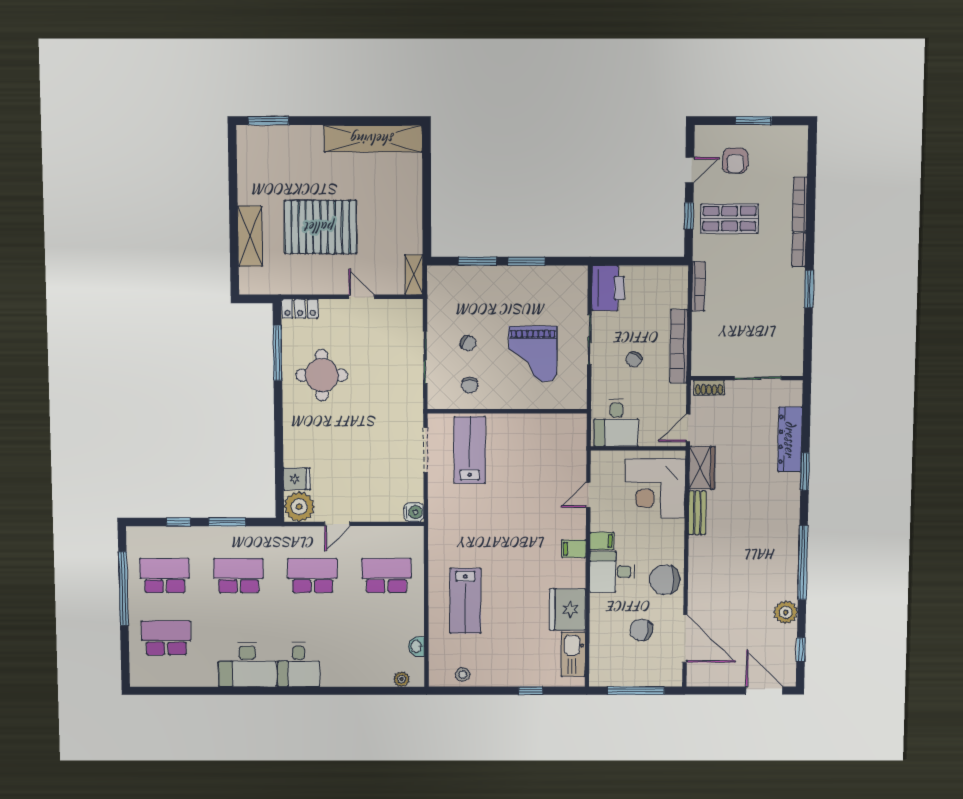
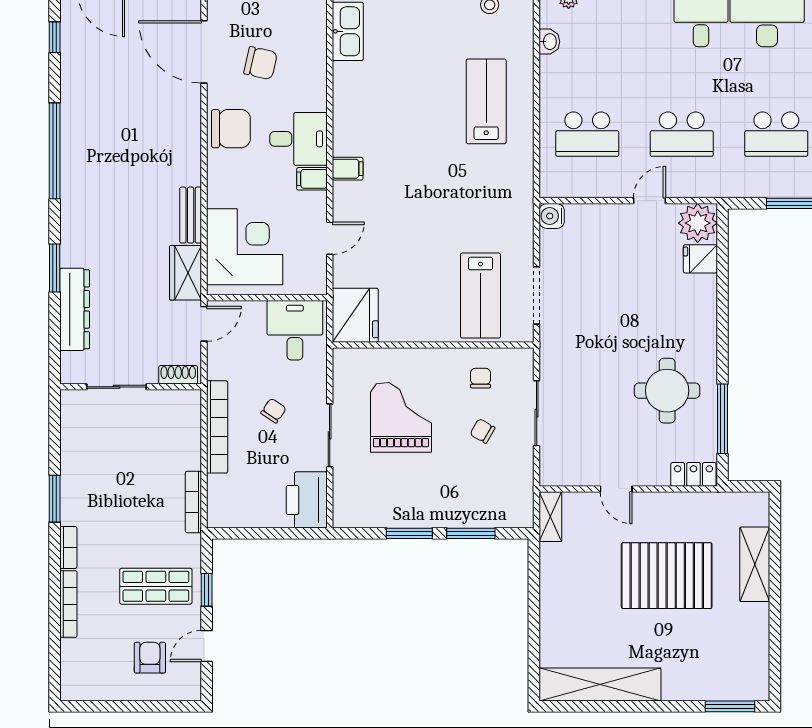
window: (753, 121) -> (128, 706), removed
fridge: (568, 610) -> (355, 315), moved
plant: (786, 612) -> (75, 86), removed

